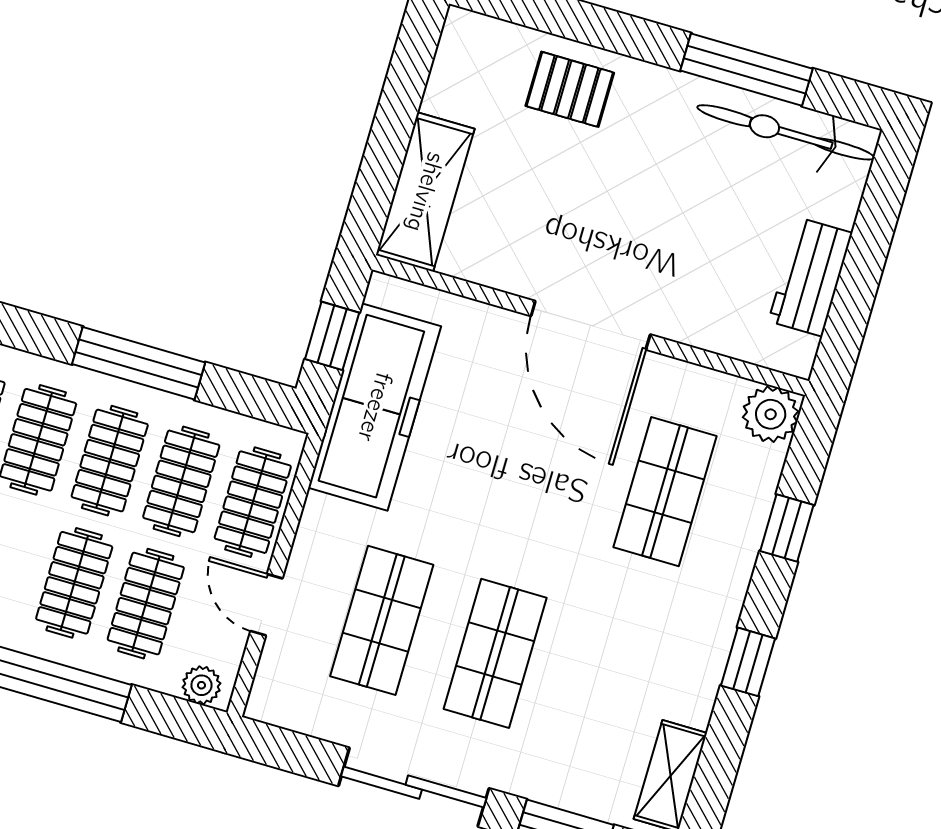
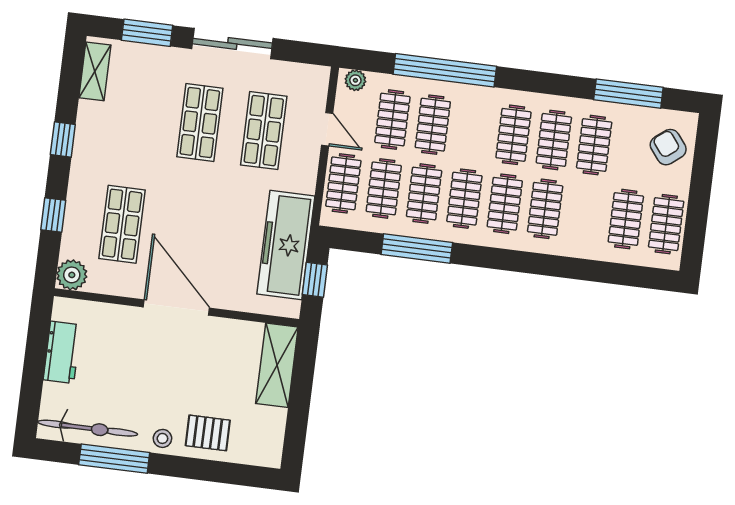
stool: (653, 92) -> (162, 438), added

